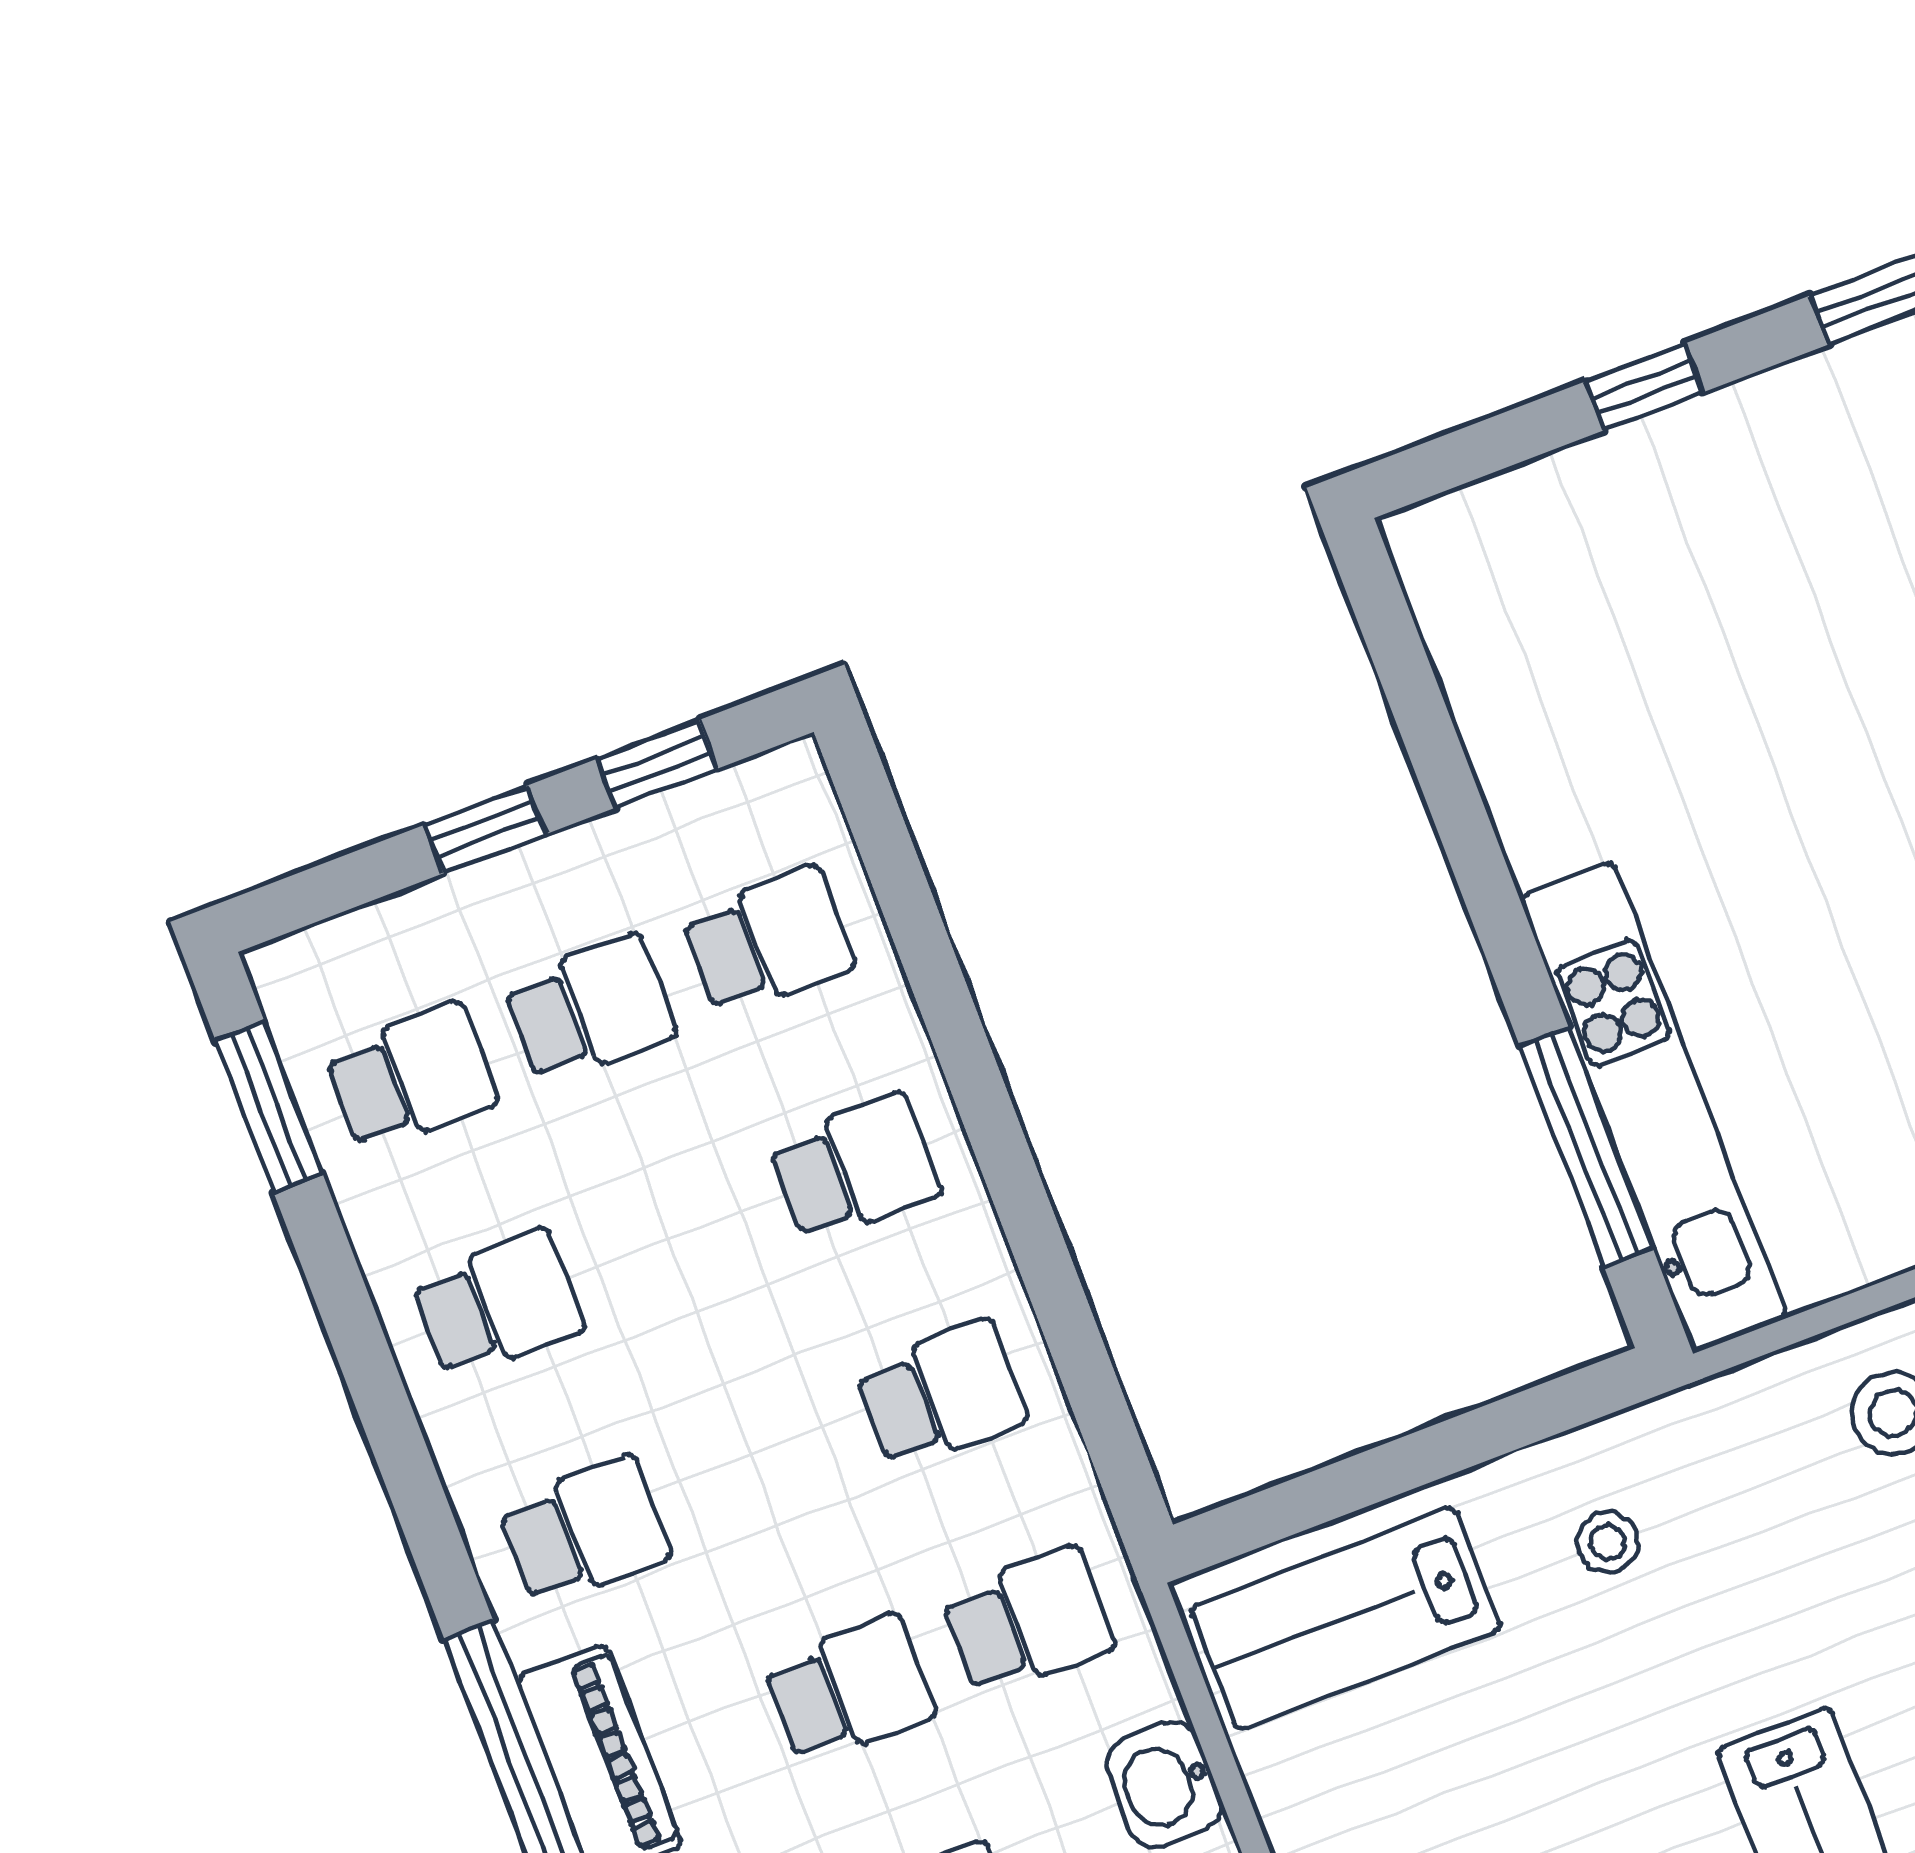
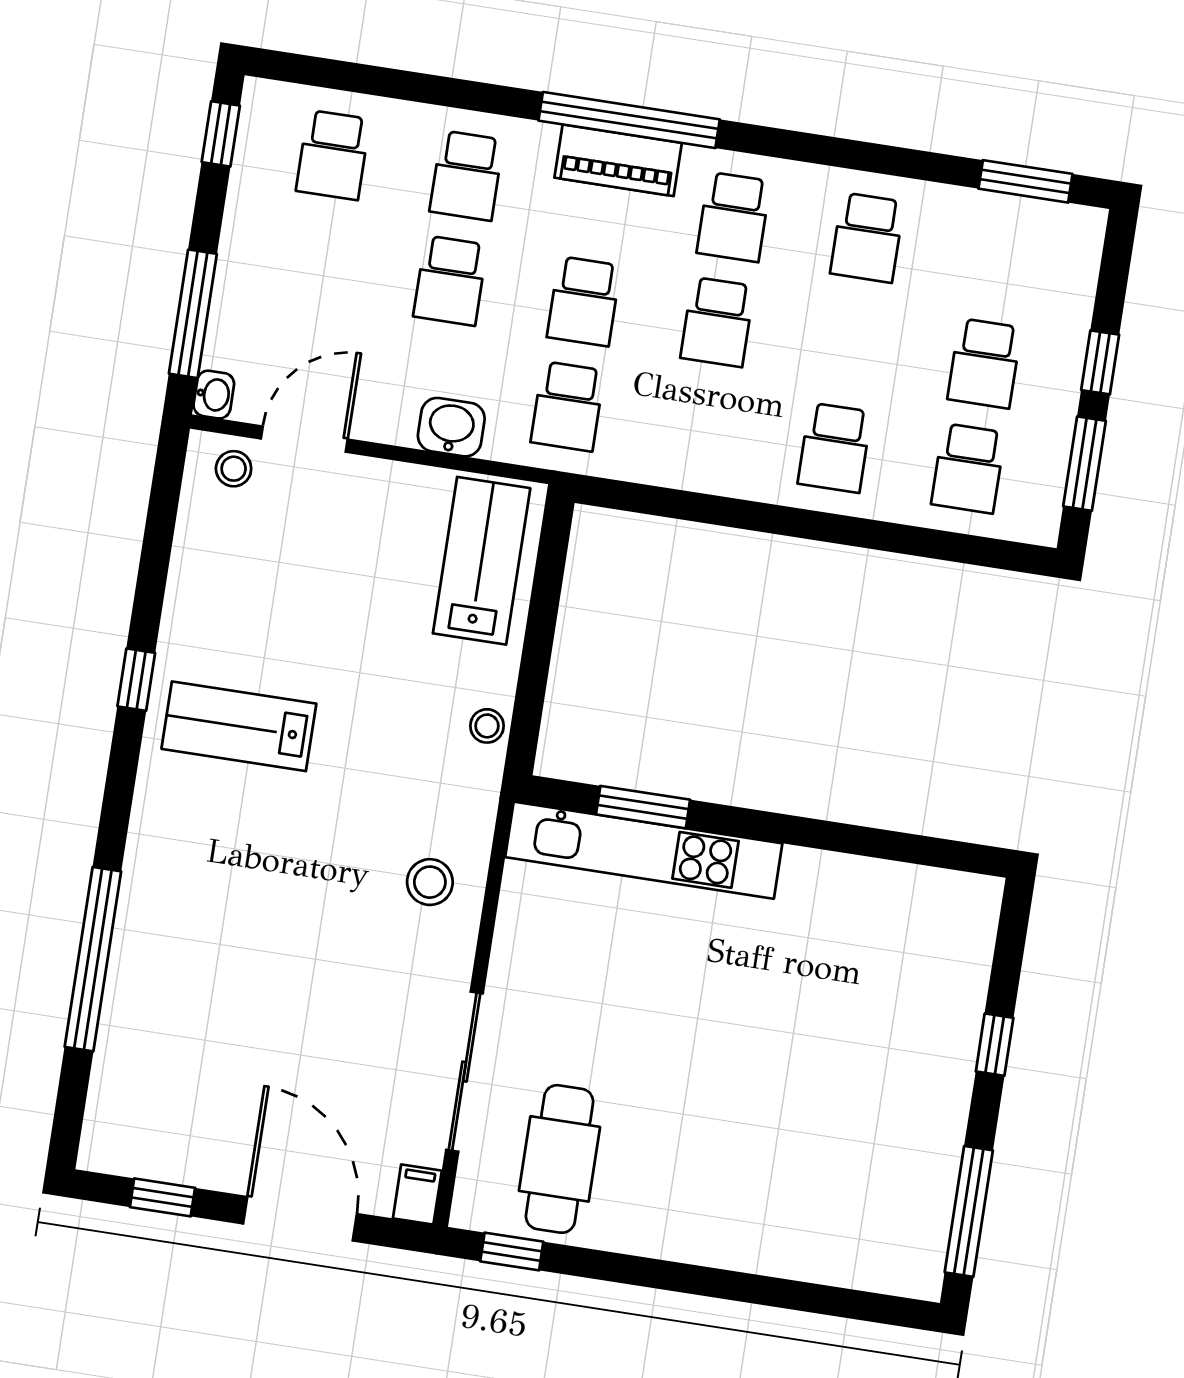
window: (657, 764) -> (1085, 464), width x1.50
school desk: (411, 1077) -> (1001, 258), removed
window: (1586, 1147) -> (643, 807), width x0.69
school desk: (941, 1395) -> (717, 322), moved
stool: (1608, 1542) -> (487, 726), moved

